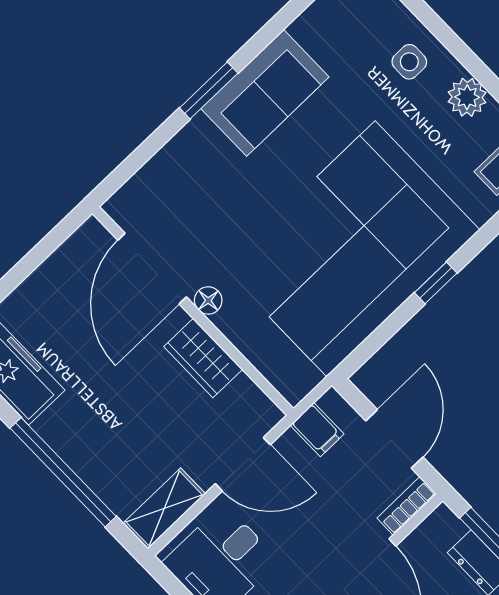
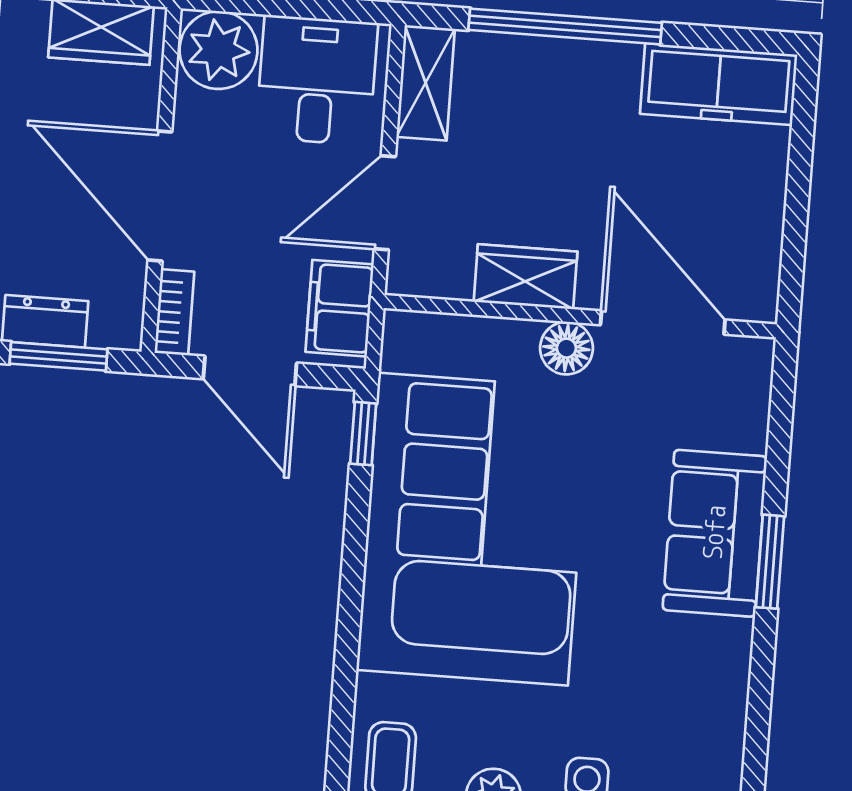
sofa: (265, 93) -> (715, 533), moved
window: (436, 283) -> (363, 434), moved
floor lamp: (208, 300) -> (566, 348), width x1.37, depth x1.37
filing cabinet: (317, 430) -> (340, 308), width x2.00

